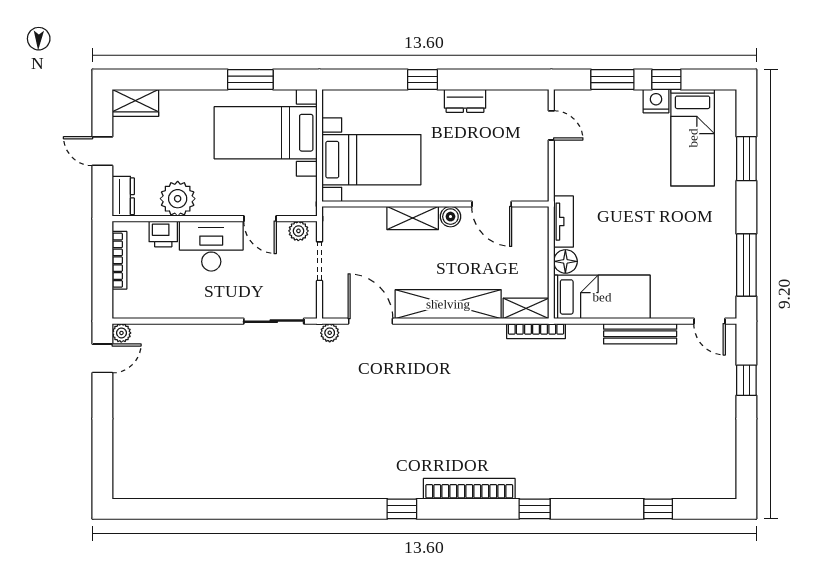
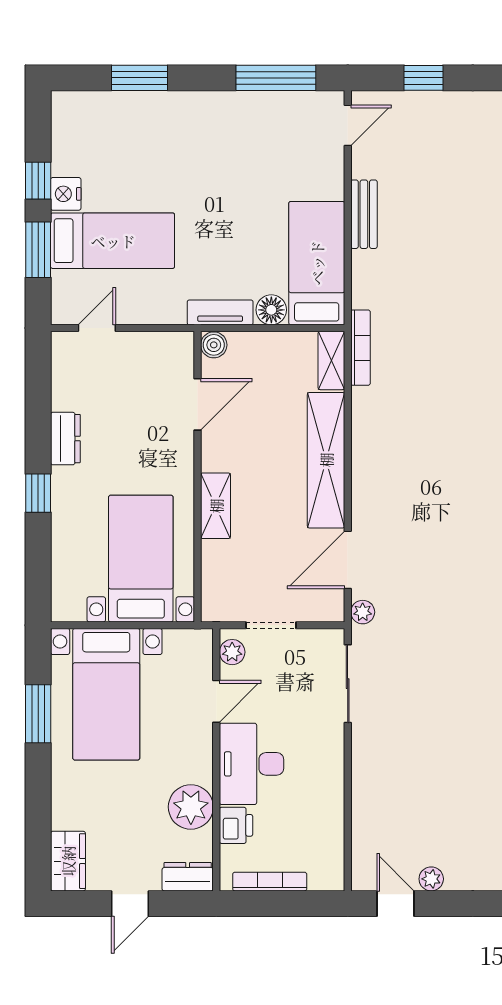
bed: (693, 138) -> (113, 241), moved
boiler: (450, 217) -> (214, 345), moved
plant: (121, 333) -> (431, 879), moved
bench: (640, 334) -> (364, 214), width x0.73

